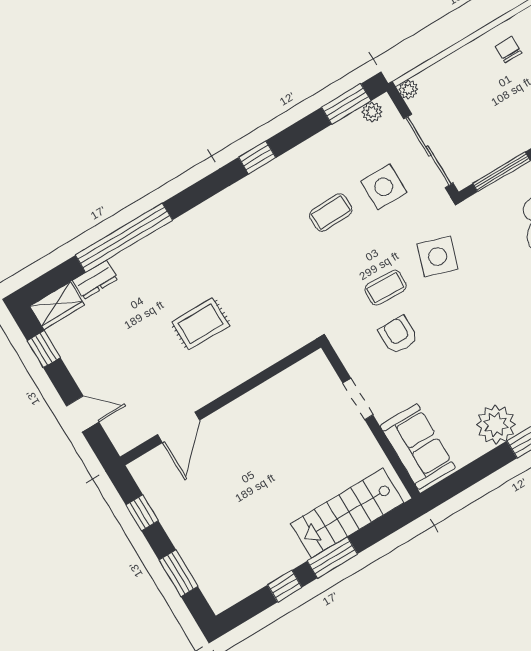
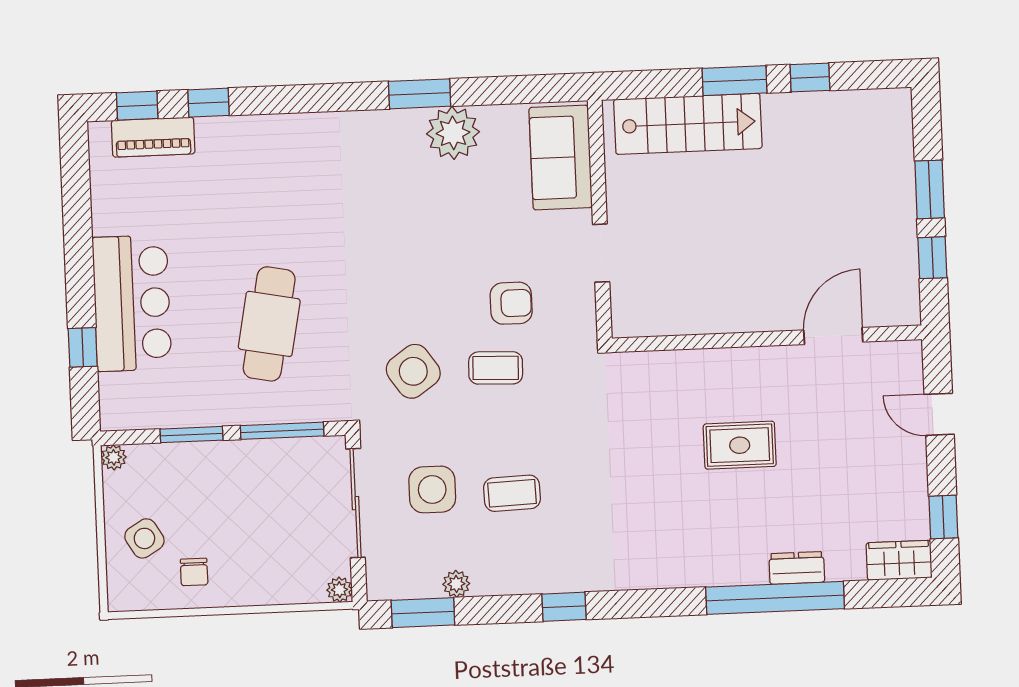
plant: (372, 112) -> (456, 584), moved
side table: (438, 256) -> (413, 371), turned 37
dresser: (95, 280) -> (797, 568), moved
armchair: (398, 335) -> (511, 303), turned -90
window: (178, 573) -> (930, 189), moved

